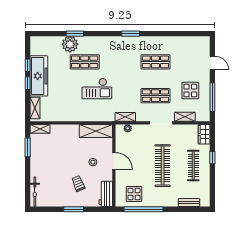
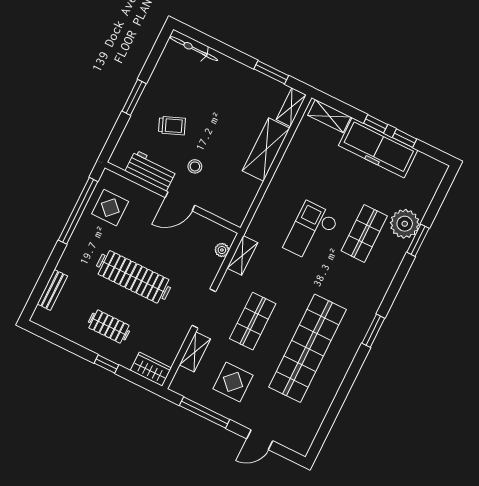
shop shelf: (155, 62) -> (307, 348), width x2.00, depth x1.36
shelving: (96, 131) -> (266, 150), moved
clothes rail: (193, 166) -> (109, 327), width x0.73
workbench: (106, 194) -> (151, 171), moved

